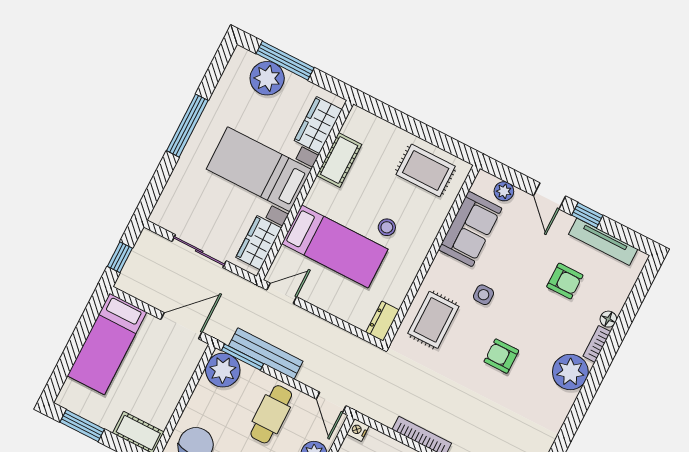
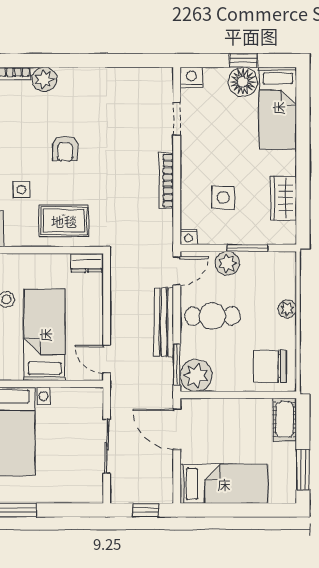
wardrobe: (259, 243) -> (74, 400), removed
bench: (266, 354) -> (164, 322), moved
plant: (570, 372) -> (44, 79), width x0.73, depth x0.73

